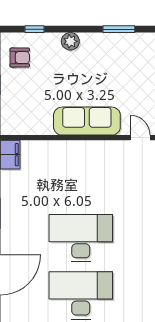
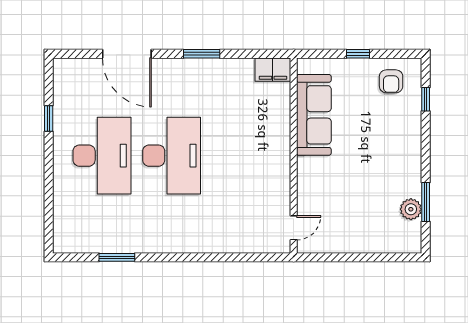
plant: (70, 41) -> (411, 209), moved
sofa: (87, 121) -> (314, 115), moved

